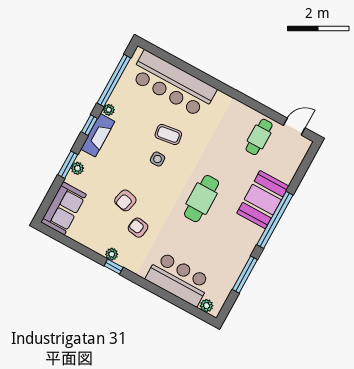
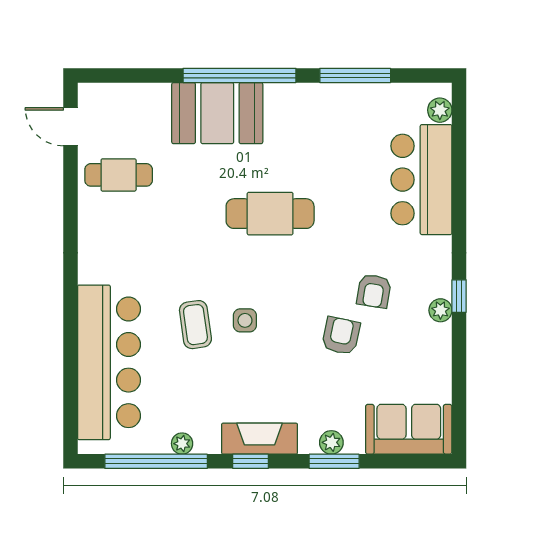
plant: (109, 110) -> (182, 444), moved
armchair: (125, 200) -> (341, 336), turned -92

